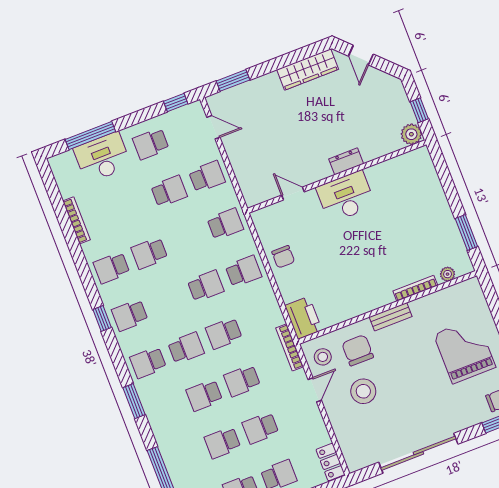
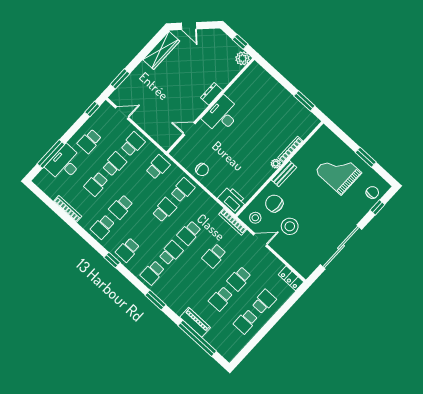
plant: (448, 274) -> (276, 164), moved
door: (315, 390) -> (260, 240), hinge flipped
school desk: (204, 395) -> (96, 184), moved
piano: (172, 457) -> (195, 322), added

